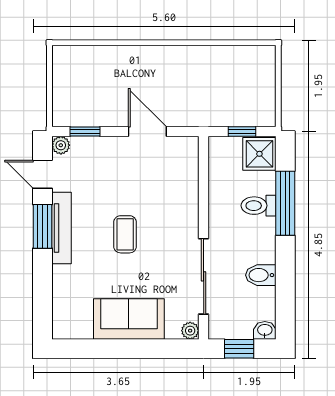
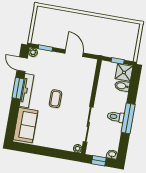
window: (285, 203) -> (128, 118), moved
toilet: (259, 206) -> (116, 117), moved
bidet: (261, 275) -> (122, 86), moved
sofa: (129, 319) -> (26, 125), moved, turned 90

